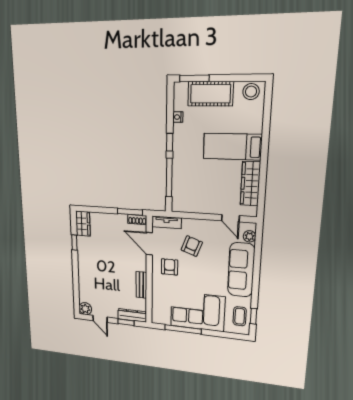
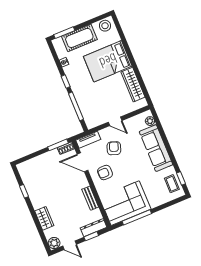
bed: (232, 147) -> (108, 61), width x1.50
door: (230, 218) -> (115, 121), moved
wardrobe: (83, 224) -> (44, 218), moved
armchair: (170, 267) -> (105, 173), turned -90
corner sofa: (197, 311) -> (125, 203), moved

